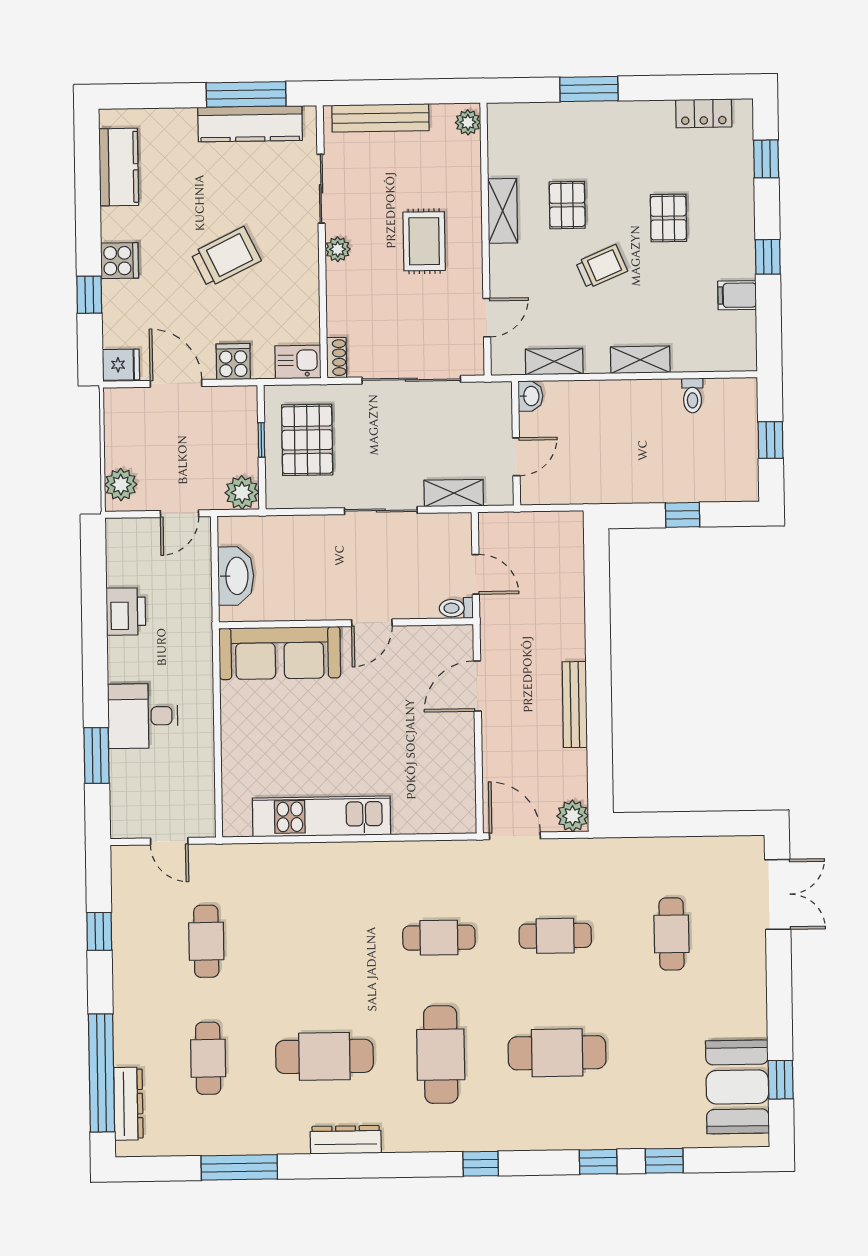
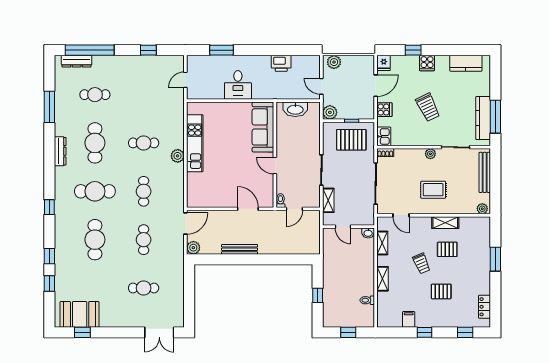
desk: (143, 716) -> (238, 85), moved, turned 180
plant: (352, 857) -> (178, 156), added
cafe table: (206, 941) -> (144, 143), moved

